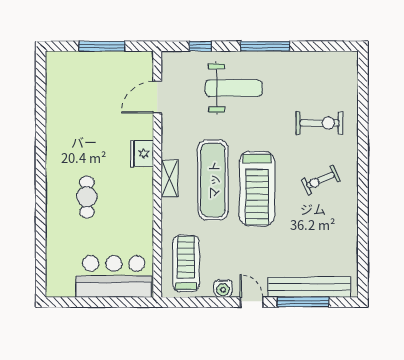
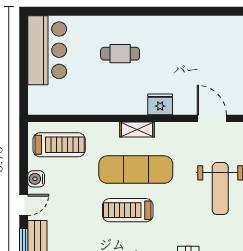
treadmill: (257, 189) -> (128, 210), width x0.73, depth x0.73
bar counter: (114, 276) -> (47, 50), moved

